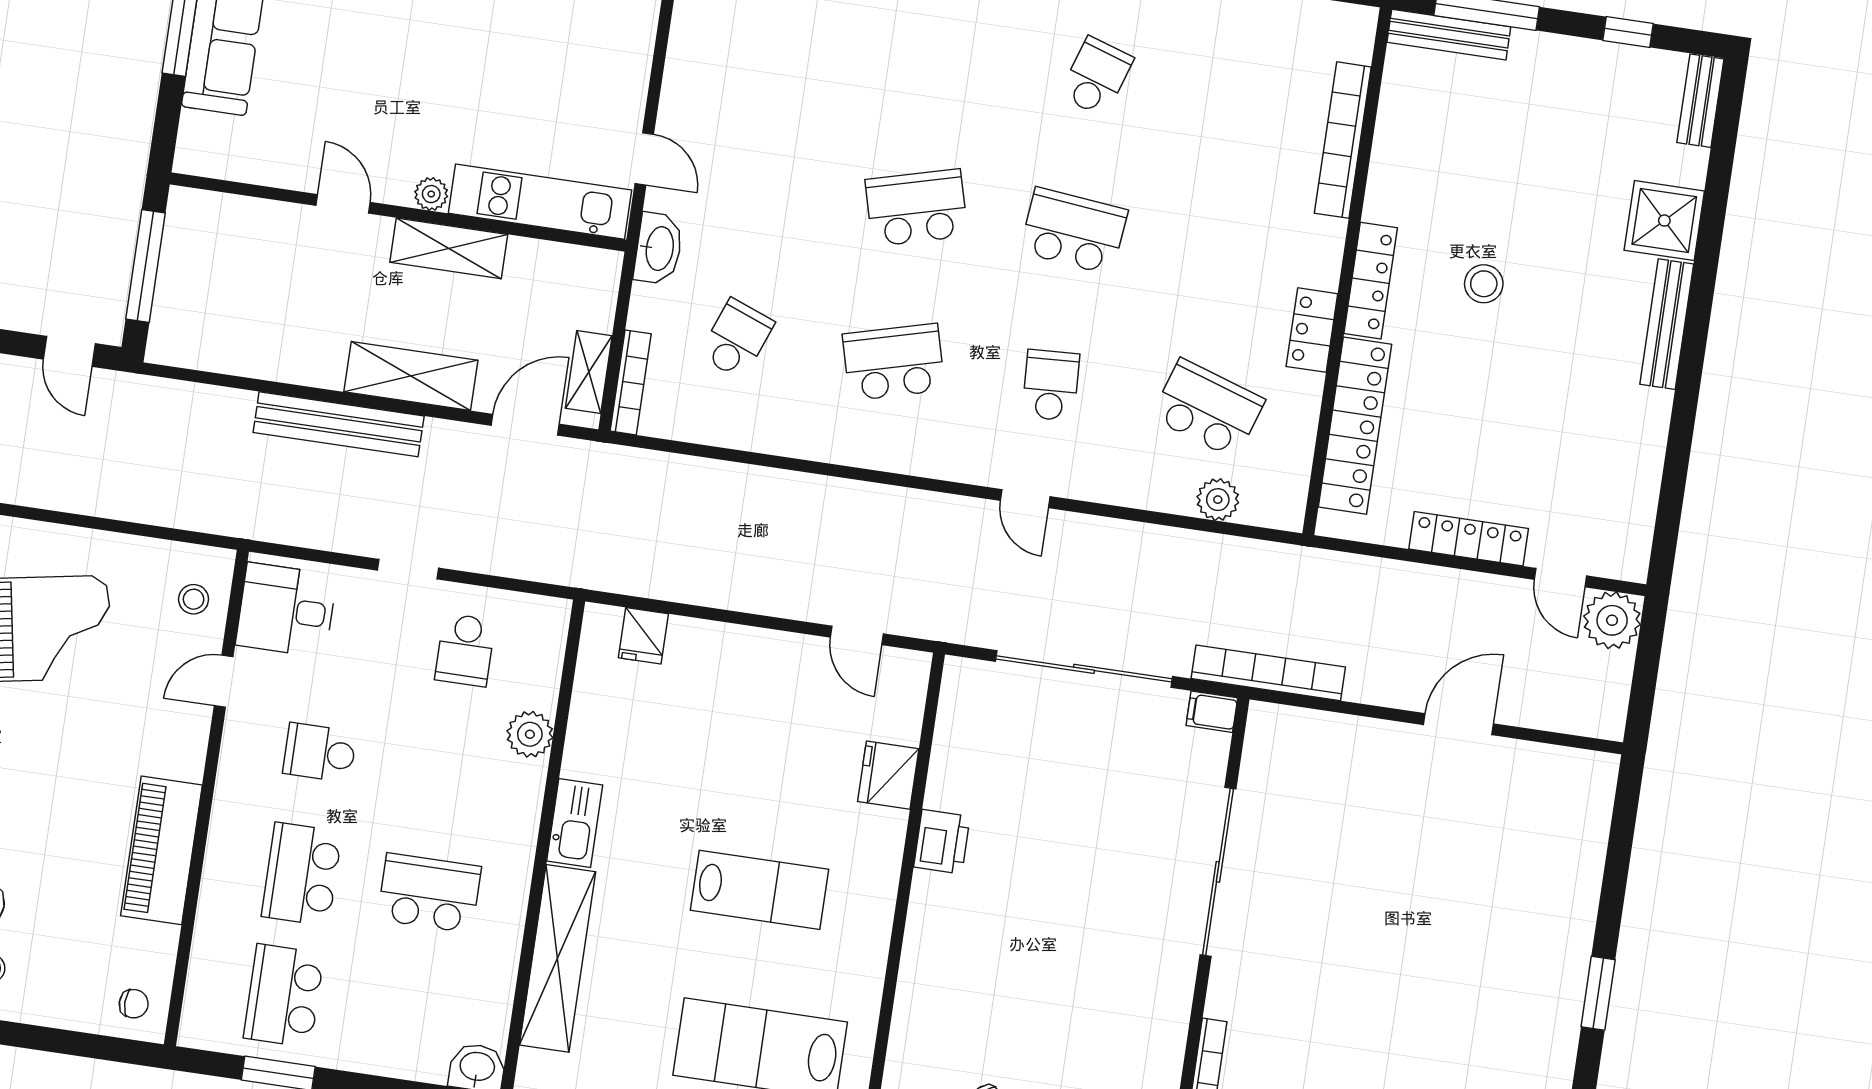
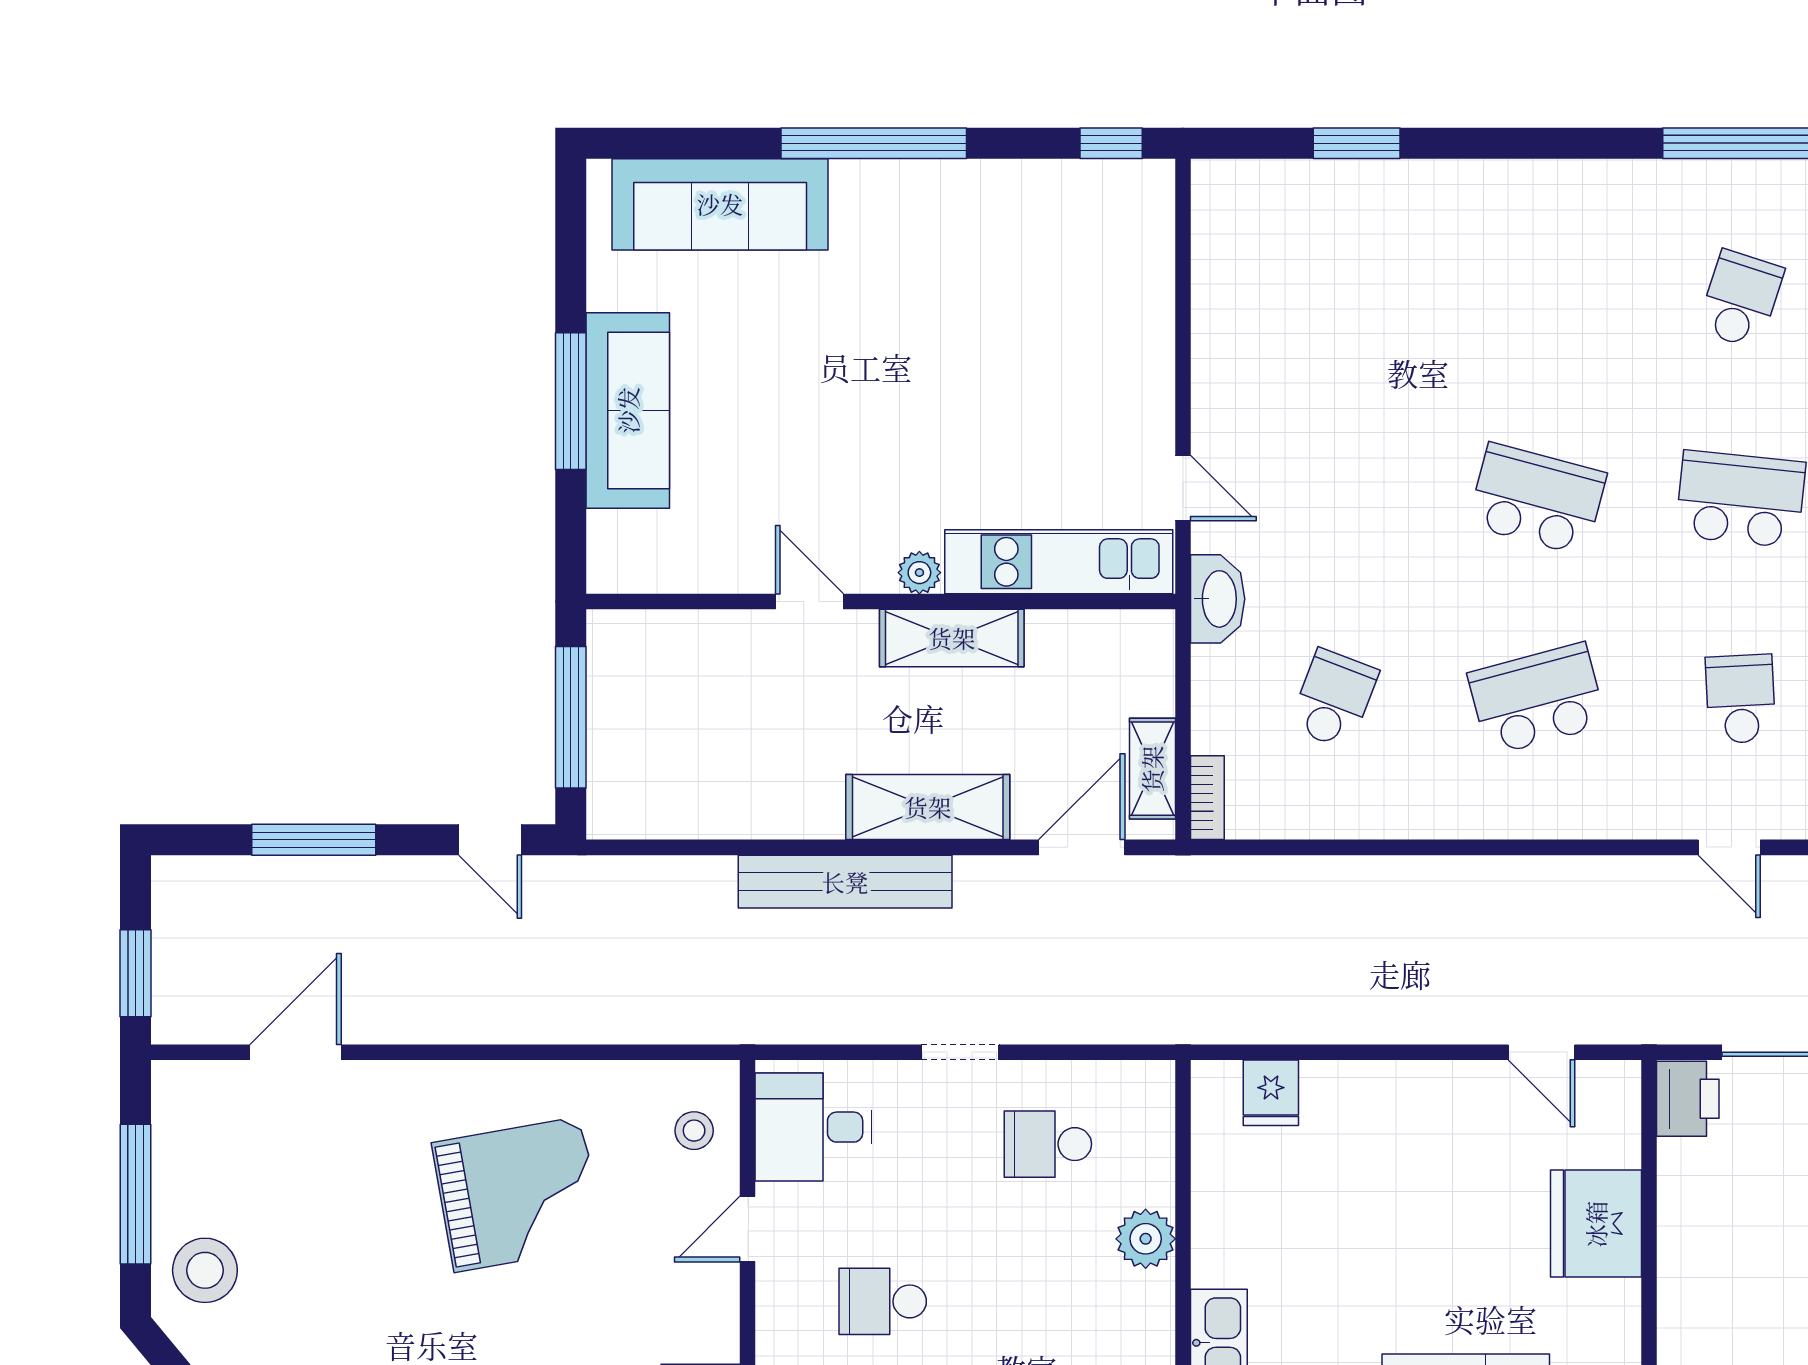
school desk: (916, 208) -> (1537, 499), turned 30
bookcase: (631, 382) -> (1207, 798), width x0.64
school desk: (465, 650) -> (1048, 1144), turned 90
fridge: (888, 775) -> (1596, 1224), width x1.36, depth x1.34
printer: (942, 842) -> (1688, 1099), moved

